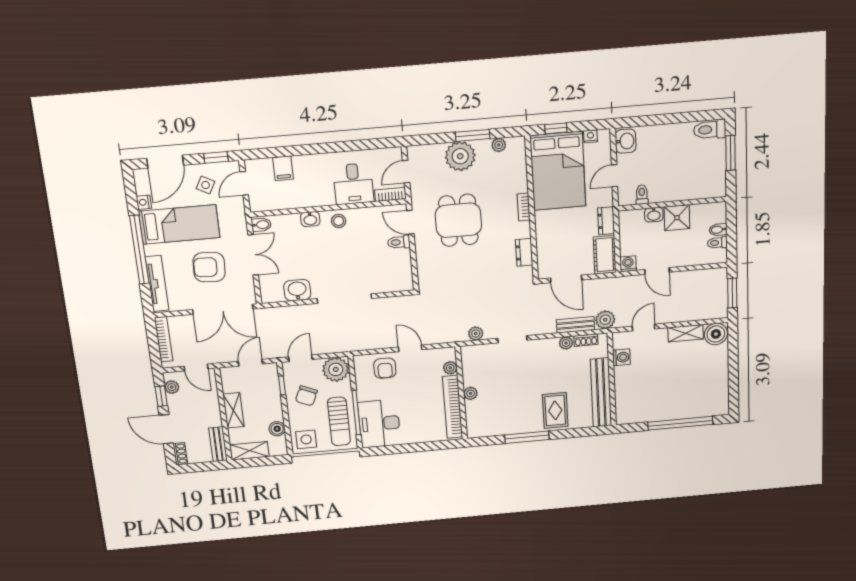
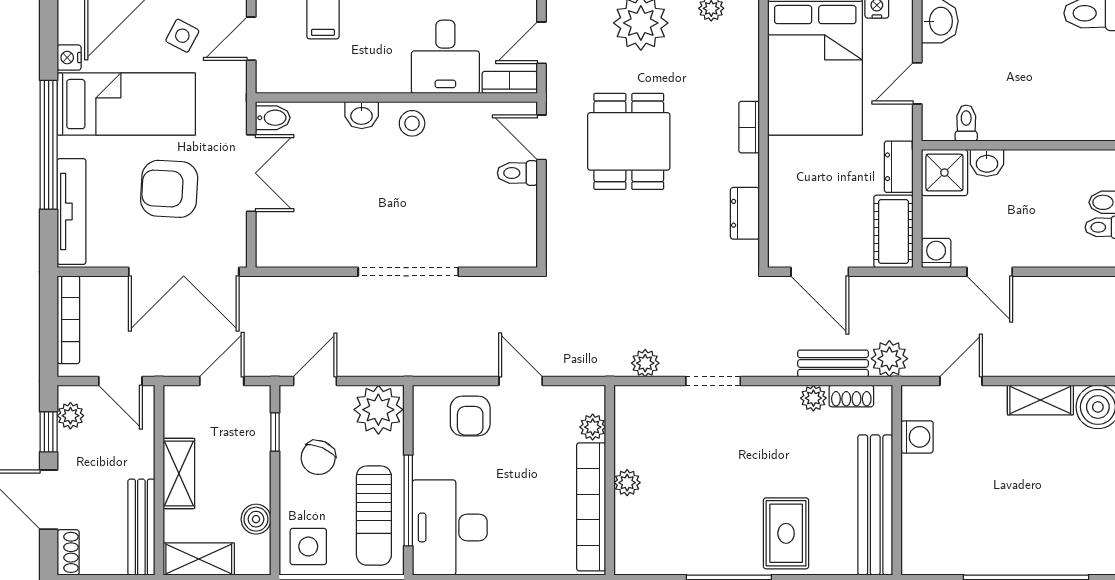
shower: (677, 218) -> (944, 173), moved
washbasin: (297, 290) -> (324, 248), removed
bench: (218, 444) -> (141, 527), width x1.36

